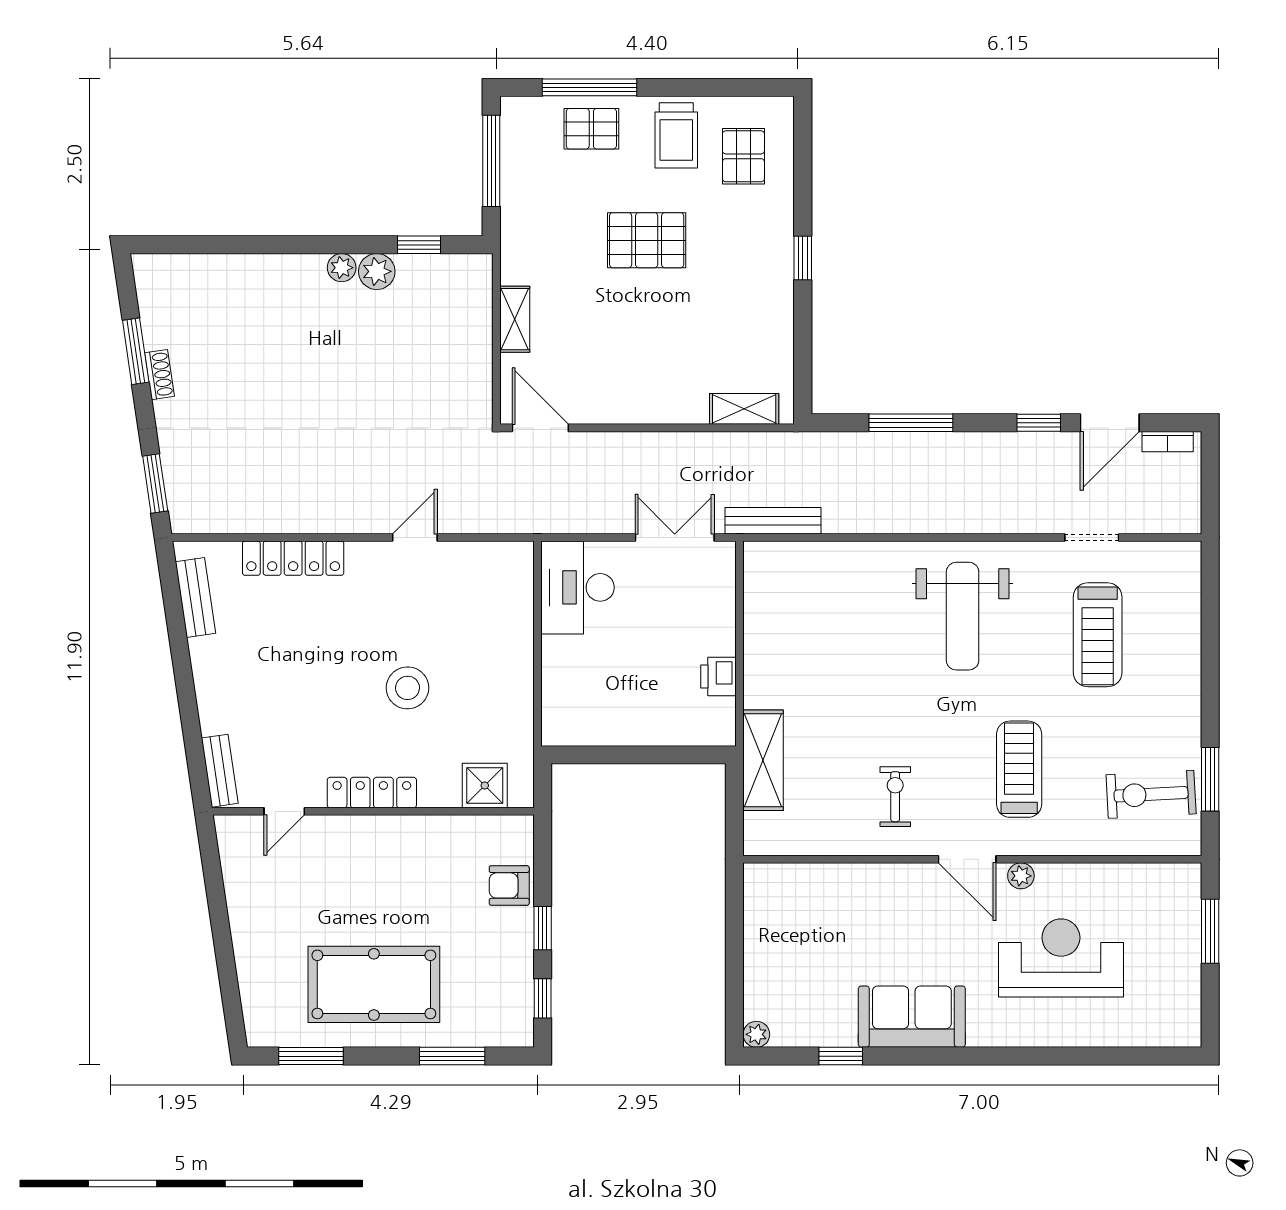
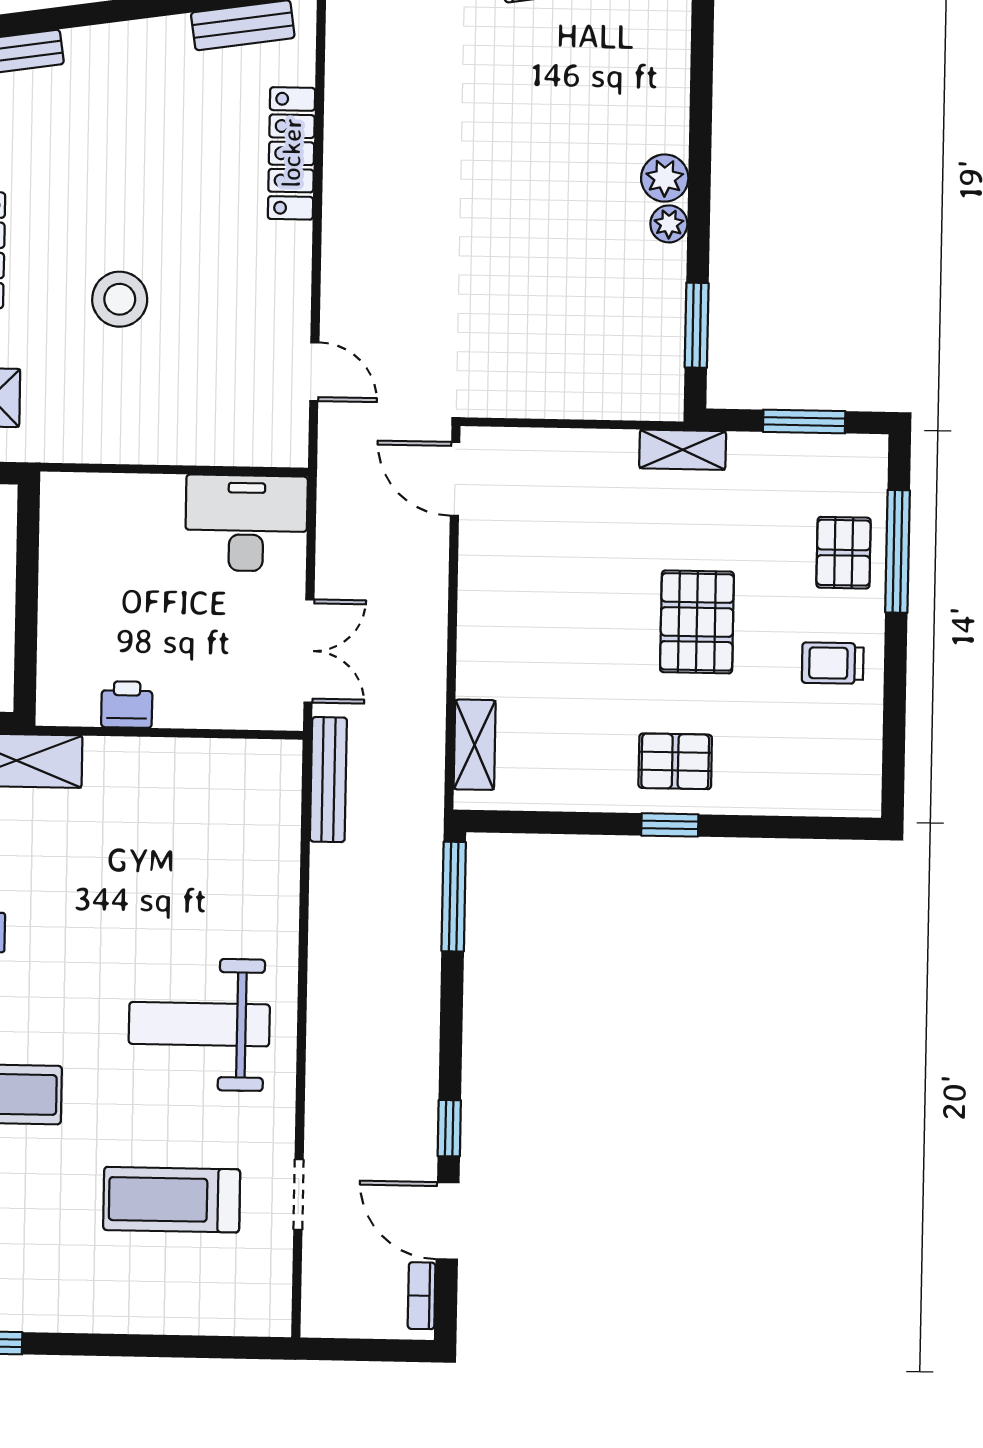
trolley: (676, 135) -> (833, 663), width x0.73, depth x0.72
pallet: (743, 156) -> (675, 761), moved
window: (491, 161) -> (804, 422), width x0.69
window: (419, 245) -> (697, 325), width x1.50
plant: (377, 271) -> (665, 178), moved
shelving: (515, 319) -> (683, 450), moved
window: (911, 423) -> (454, 897), moved
door: (540, 428) -> (455, 479), swing flipped
door: (415, 537) -> (314, 372), moved

